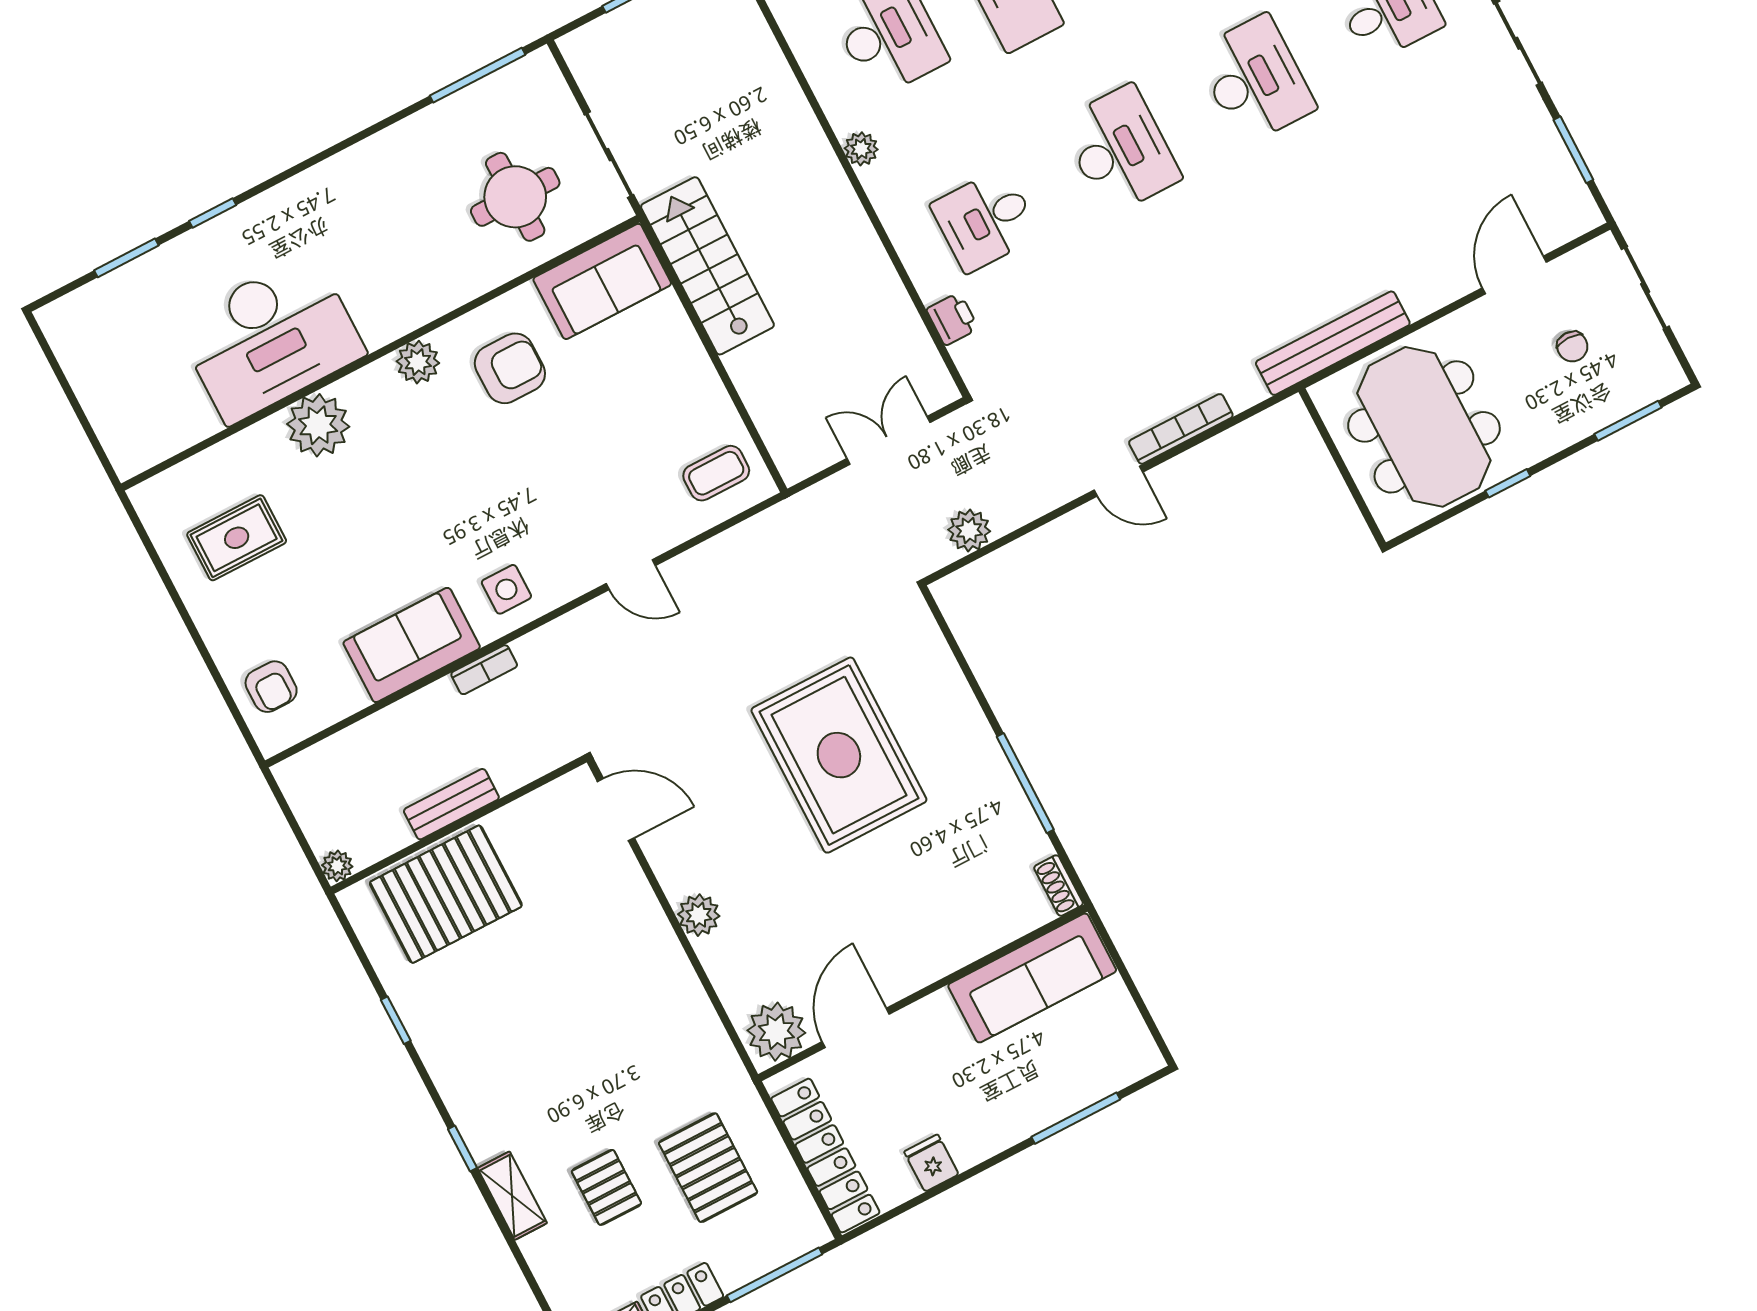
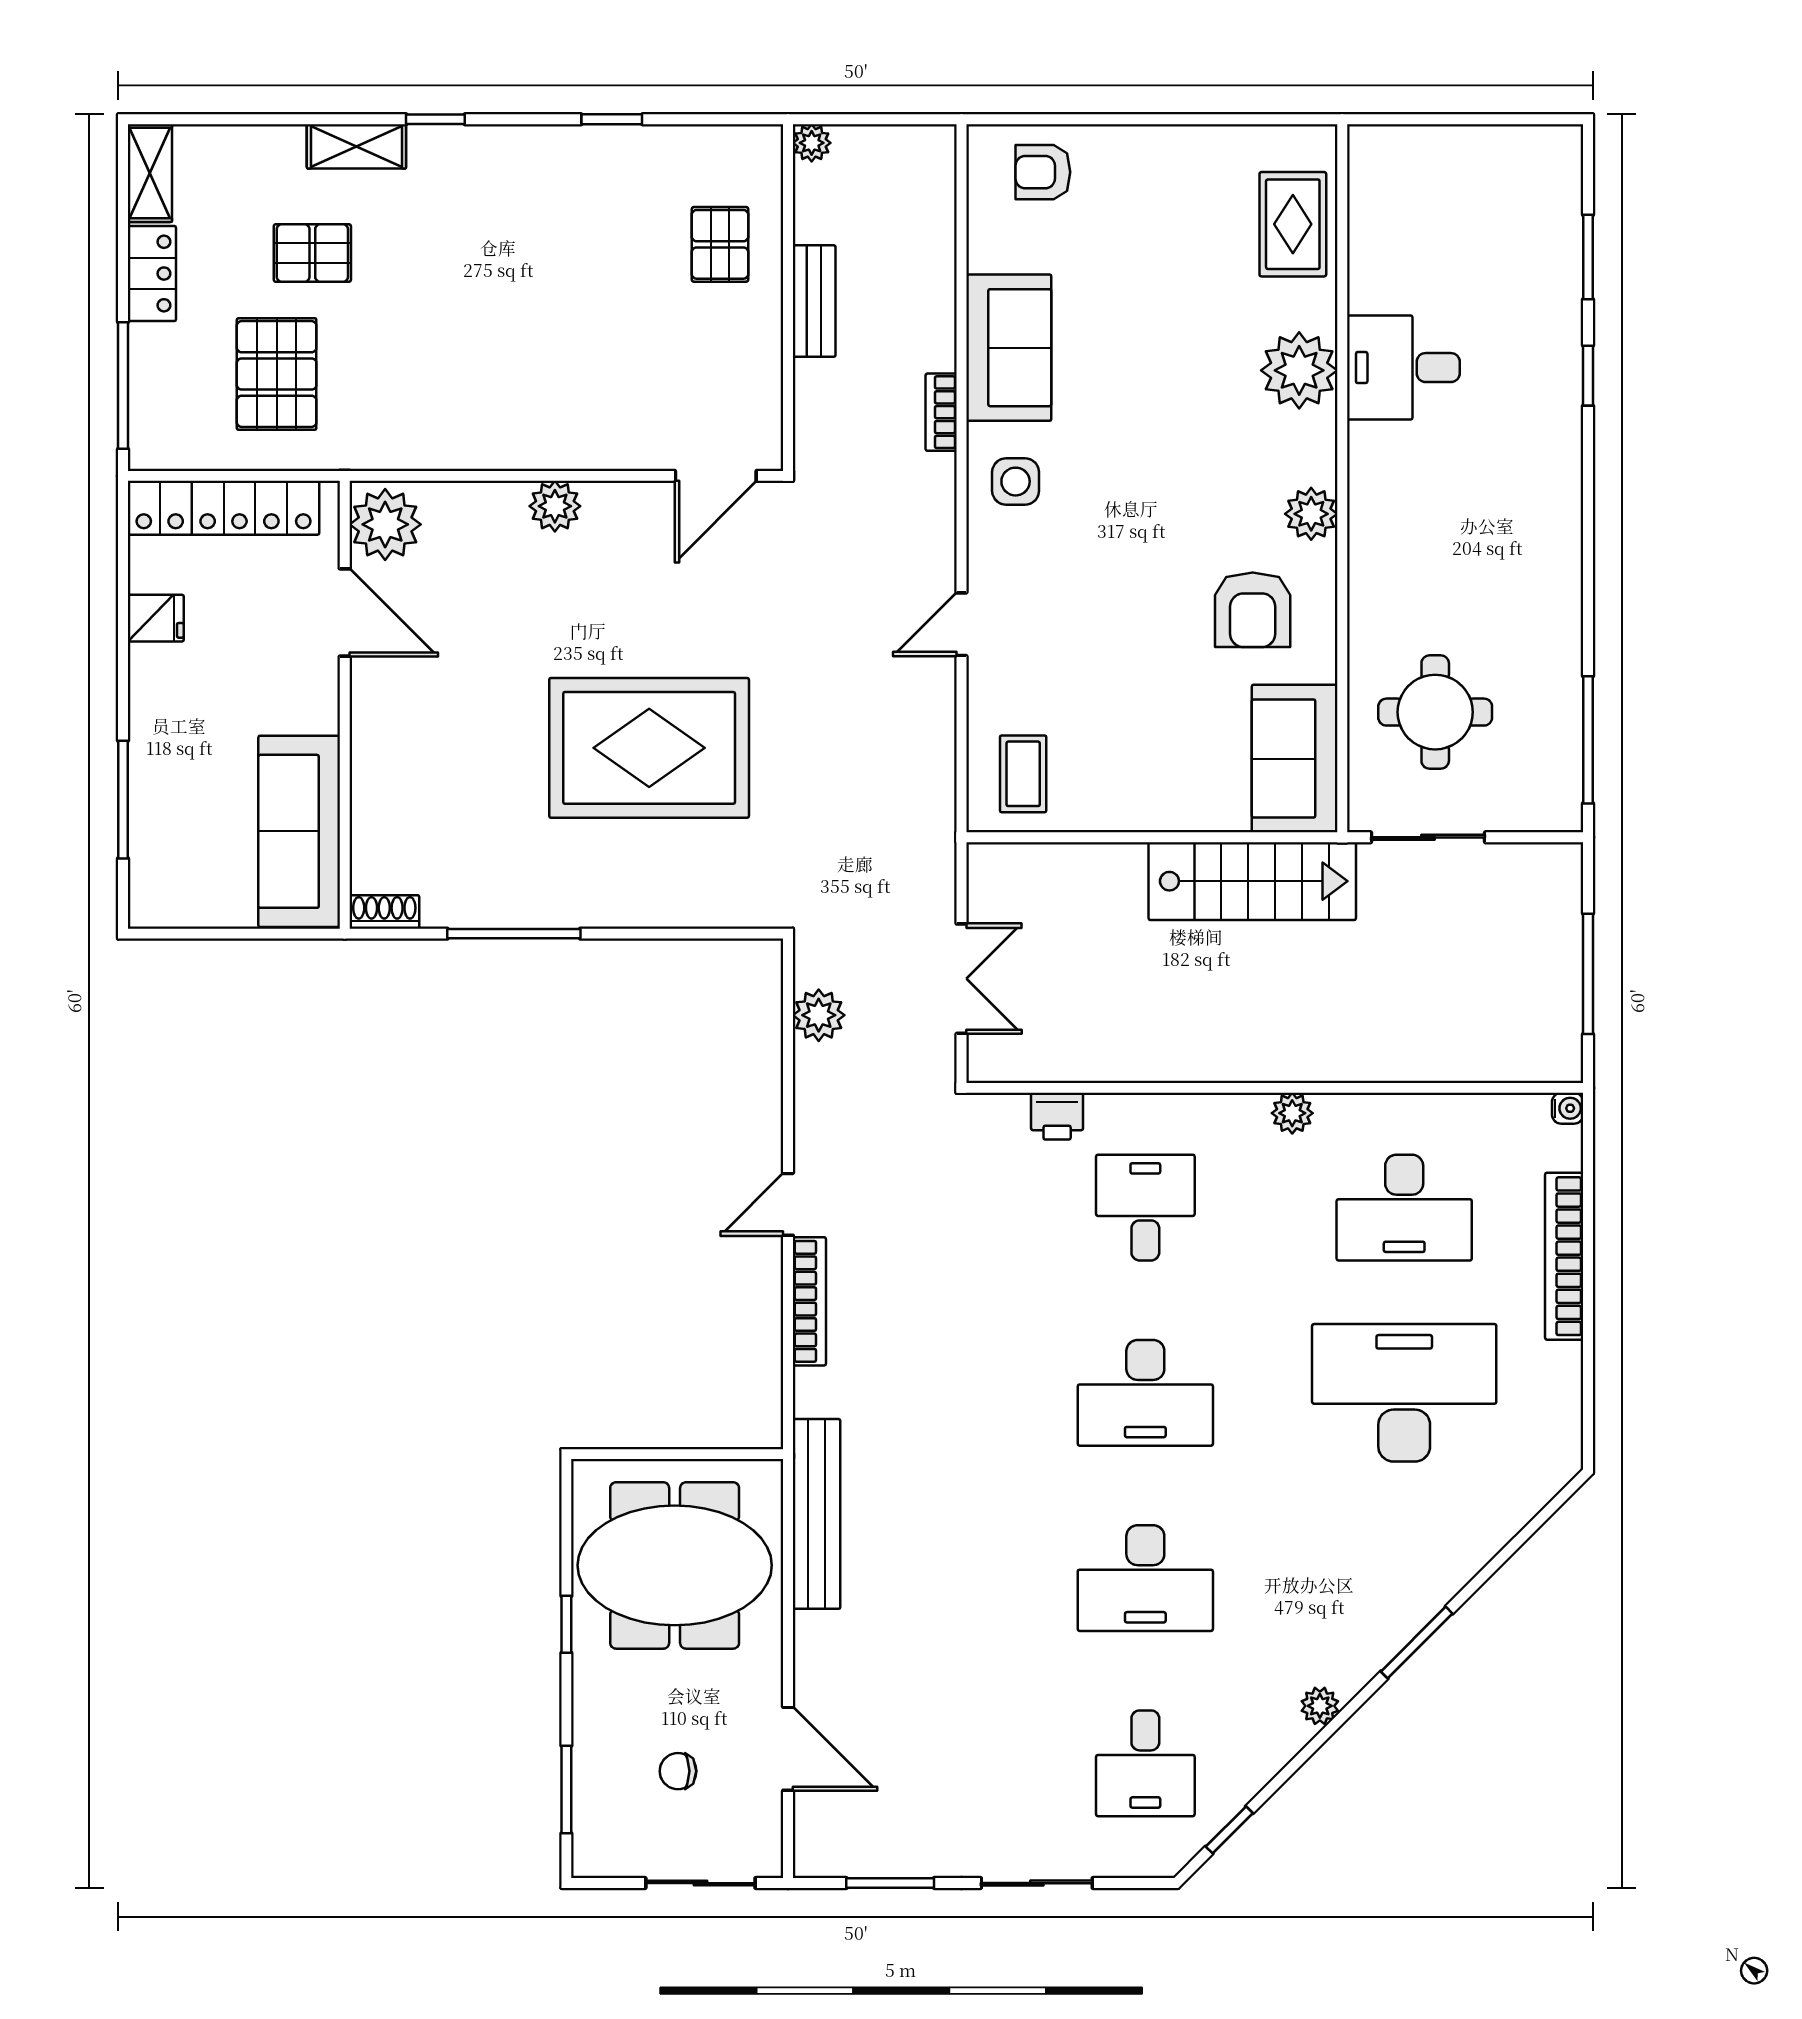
desk: (270, 338) -> (1403, 368), width x0.53, depth x0.77
rug: (237, 538) -> (1293, 224), moved
pallet: (446, 894) -> (720, 244), width x0.49, depth x0.50
pallet: (708, 1168) -> (277, 374), turned 90

